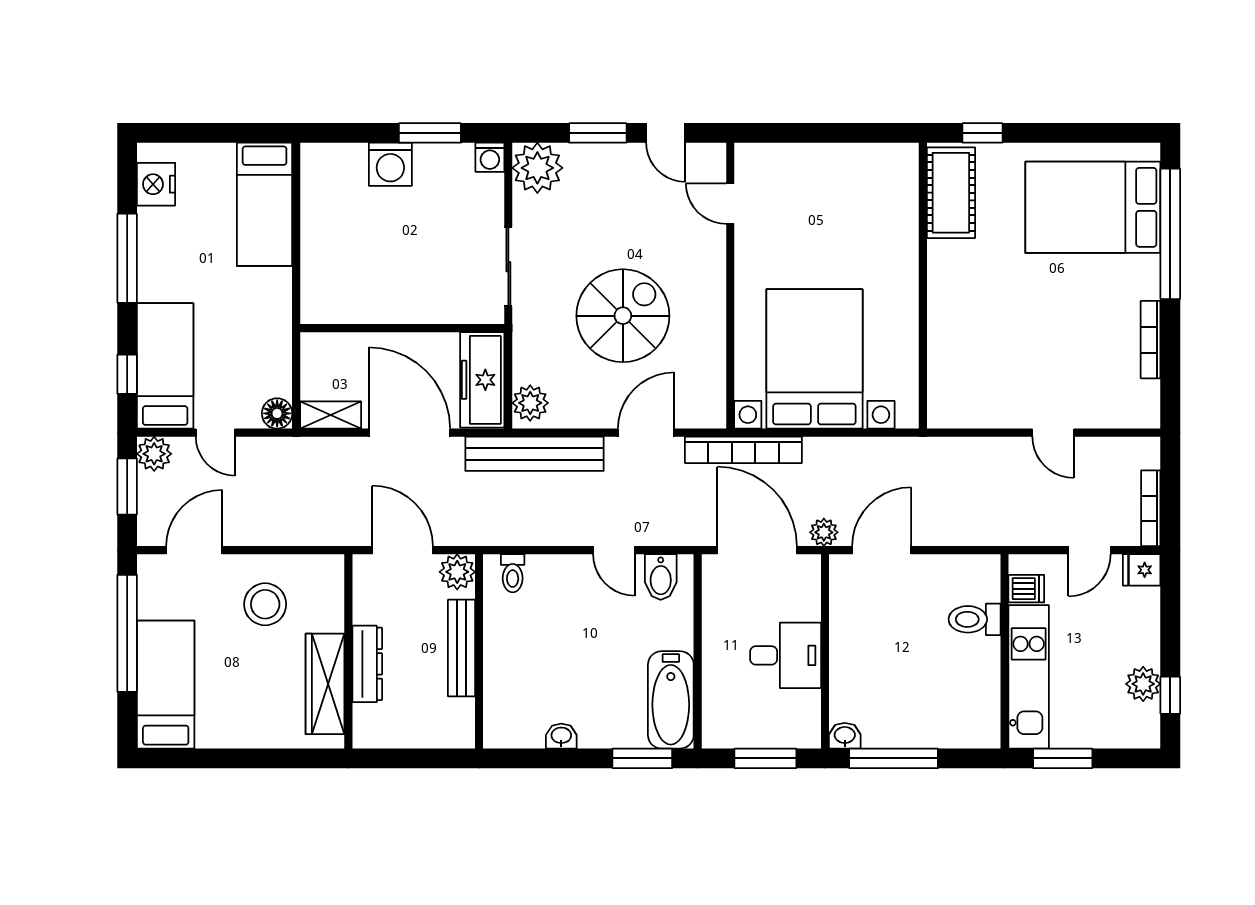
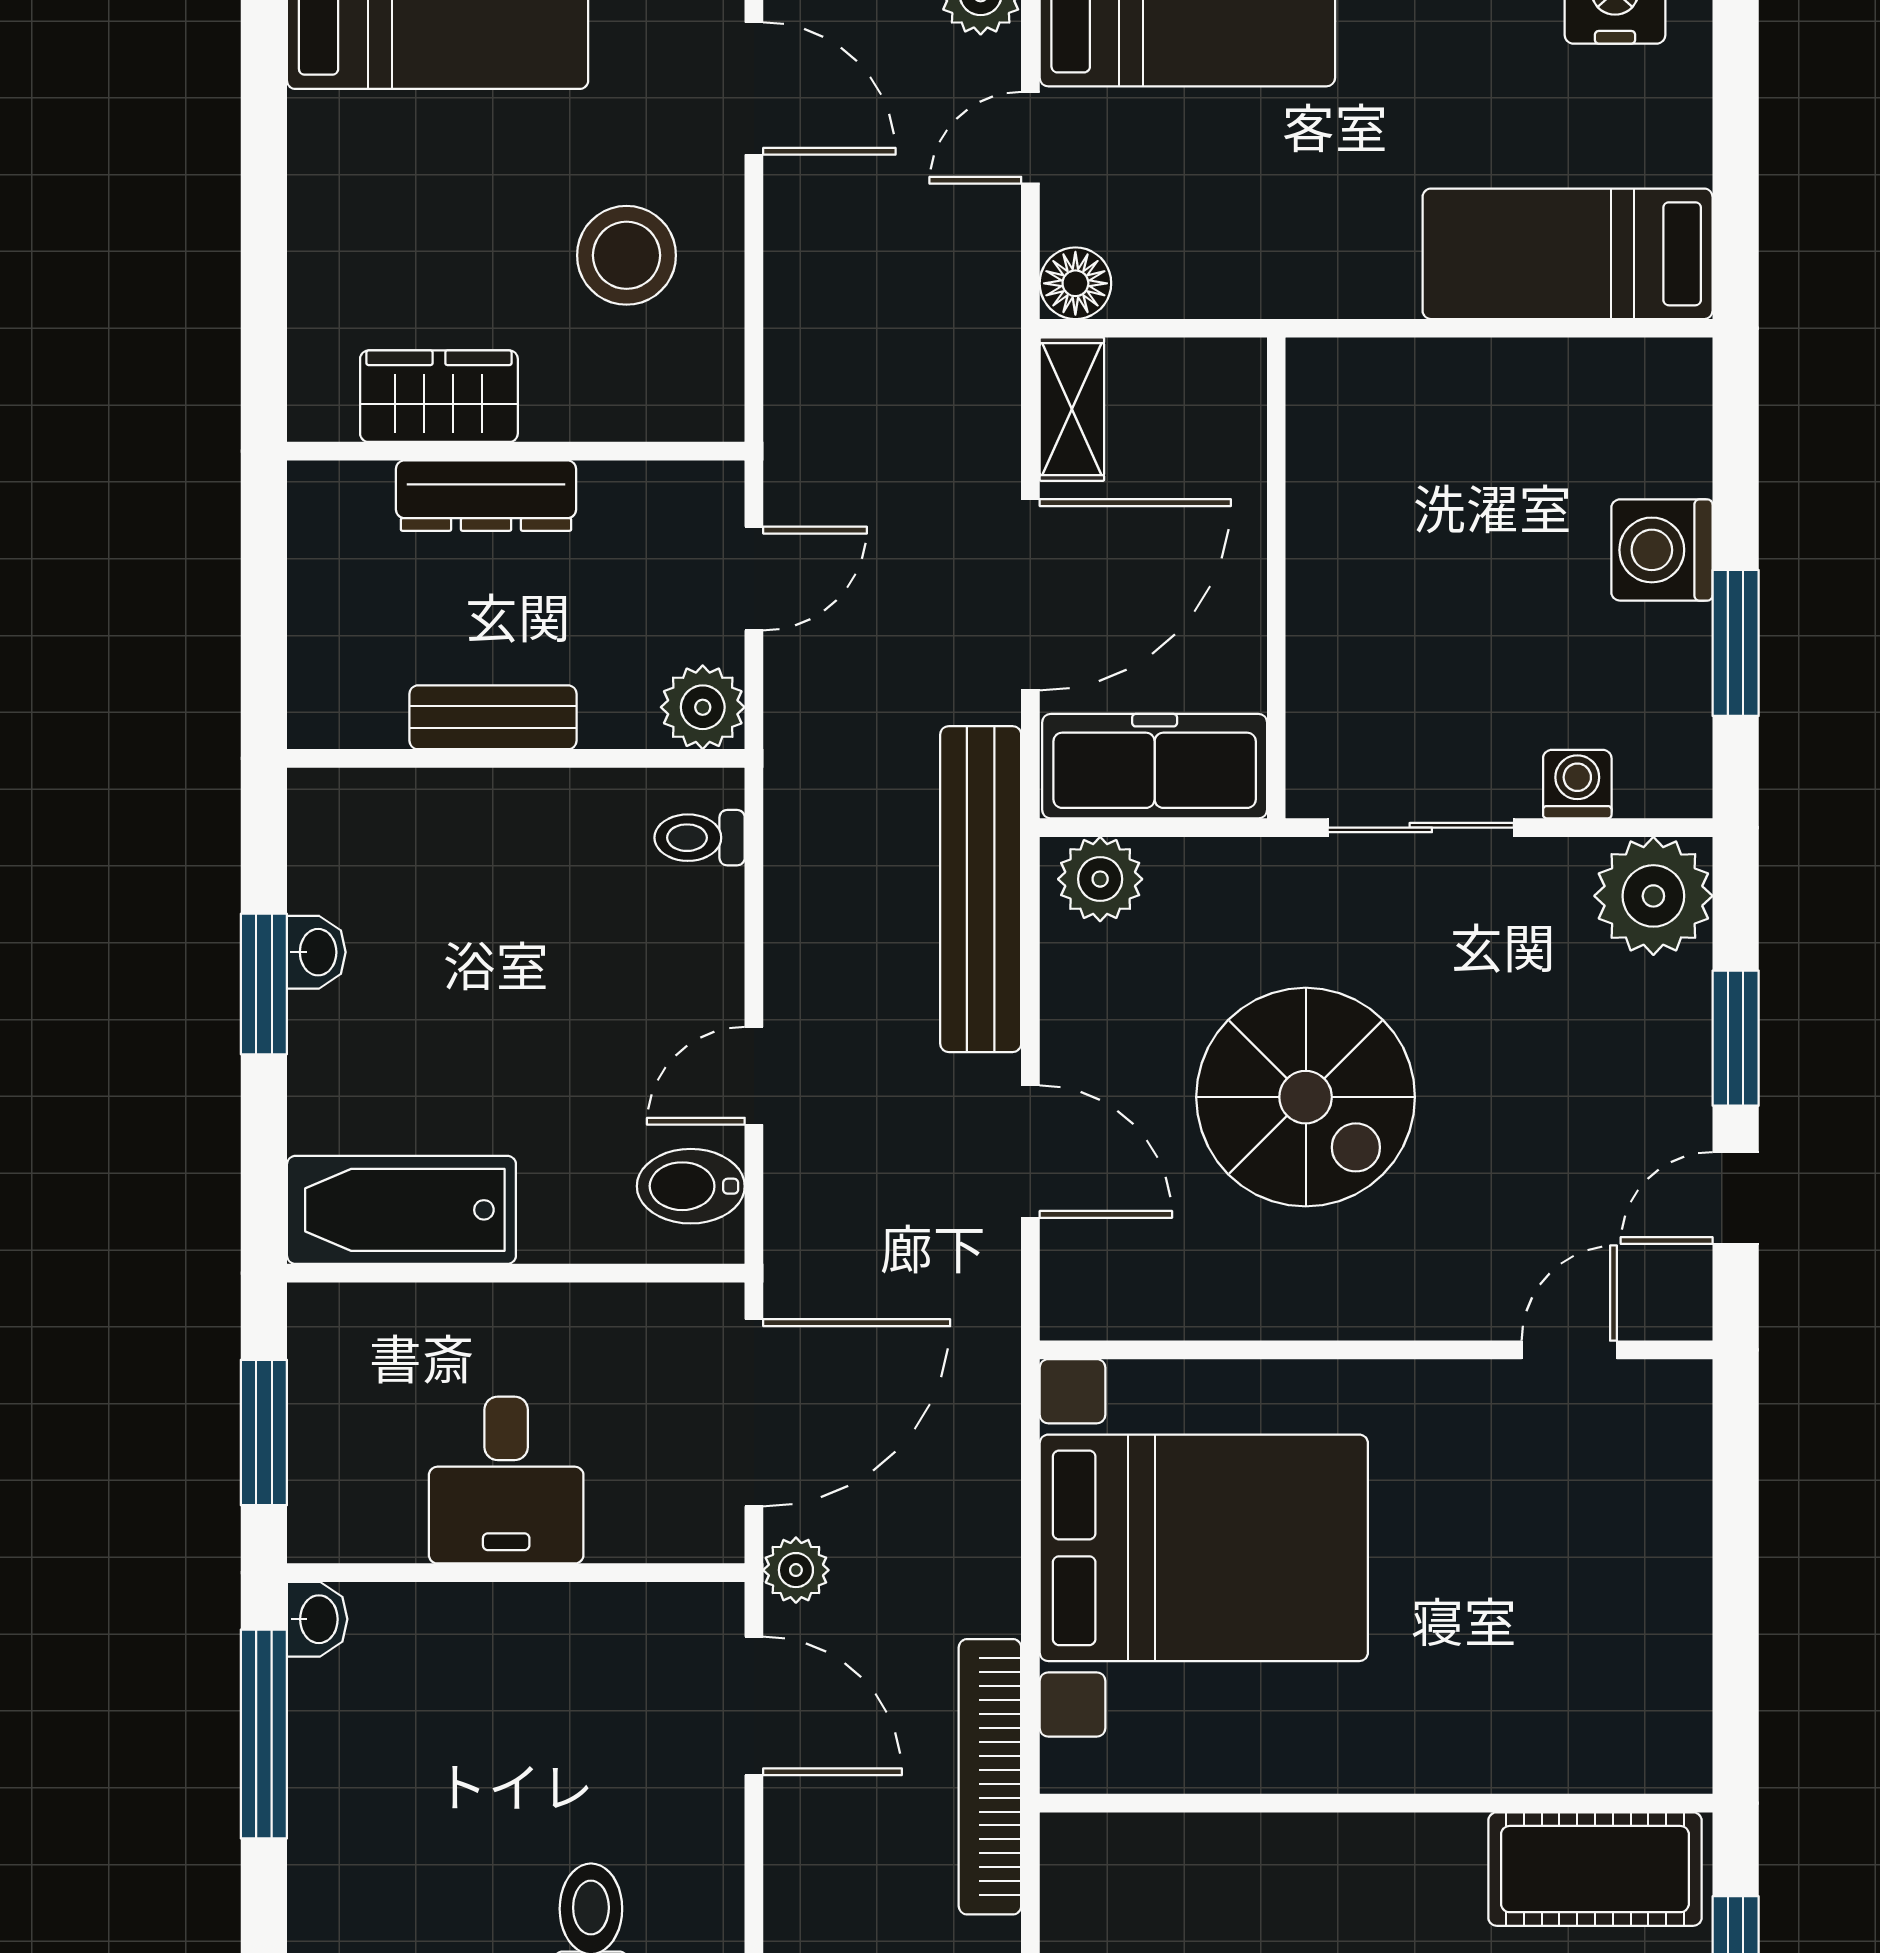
washing machine: (490, 157) -> (1577, 784), moved, turned 90
bookcase: (743, 450) -> (990, 1777), moved
door: (403, 550) -> (754, 579), width x0.73
bench: (461, 648) -> (493, 717), width x0.73
wardrobe: (325, 684) -> (439, 396), width x0.67
window: (642, 758) -> (264, 984), moved

